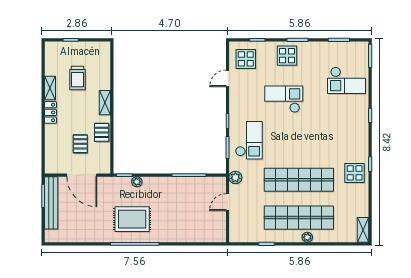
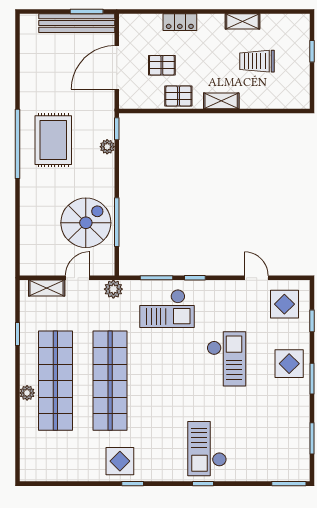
checkout: (347, 80) -> (207, 449), moved
locker: (50, 112) -> (180, 22), moved
spiral stairs: (189, 196) -> (86, 223), added
door: (228, 202) -> (78, 278), hinge flipped
shelving: (363, 230) -> (47, 288), moved

